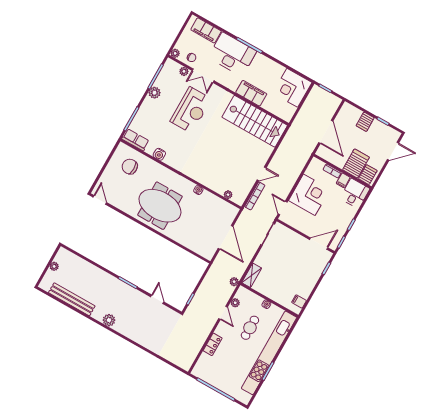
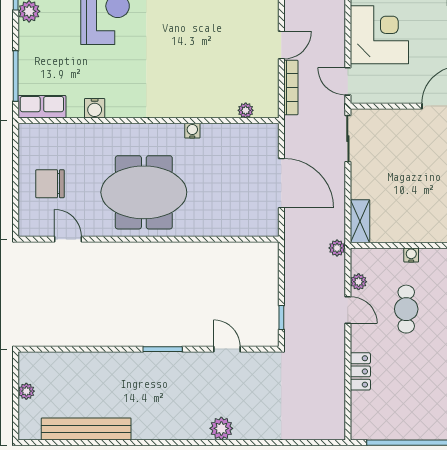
chair: (130, 167) -> (50, 184), moved
door: (100, 200) -> (68, 239), moved
plant: (109, 320) -> (221, 428), moved

